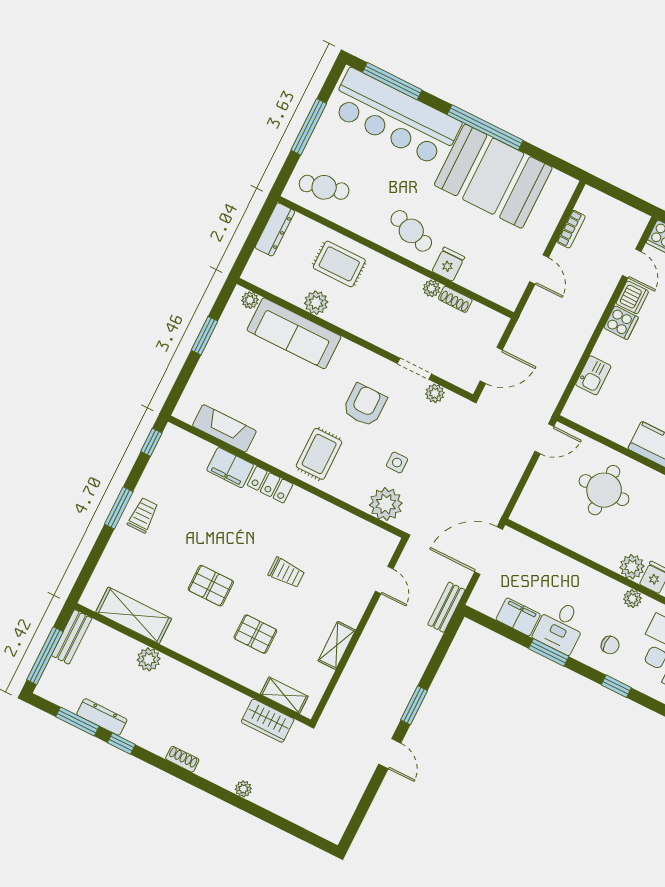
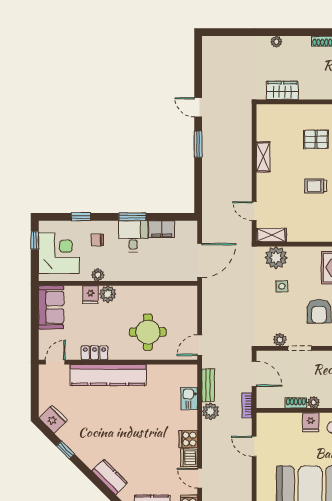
bookcase: (571, 229) -> (247, 405), moved
plant: (573, 344) -> (210, 411), added
door: (491, 365) -> (254, 374), swing flipped
bench: (446, 607) -> (208, 385), moved
shelving: (284, 695) -> (271, 235), moved

